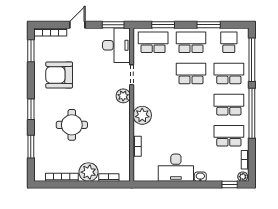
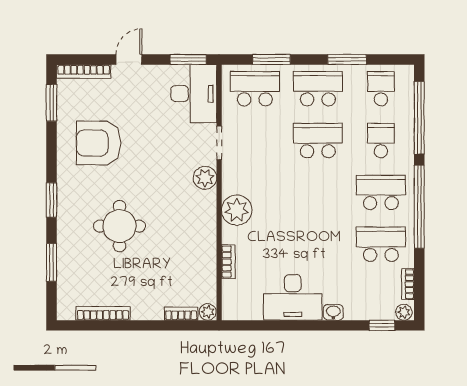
school desk: (229, 73) -> (381, 141), width x0.54
plant: (88, 172) -> (208, 312), moved, width x0.53, depth x0.53

